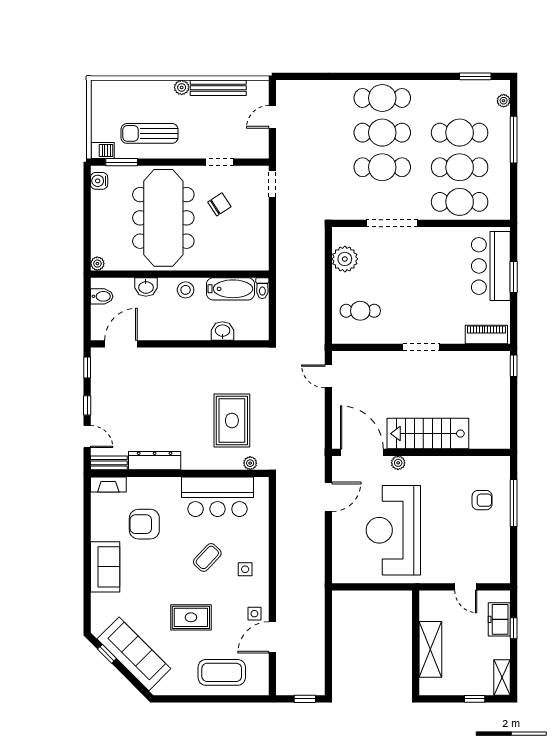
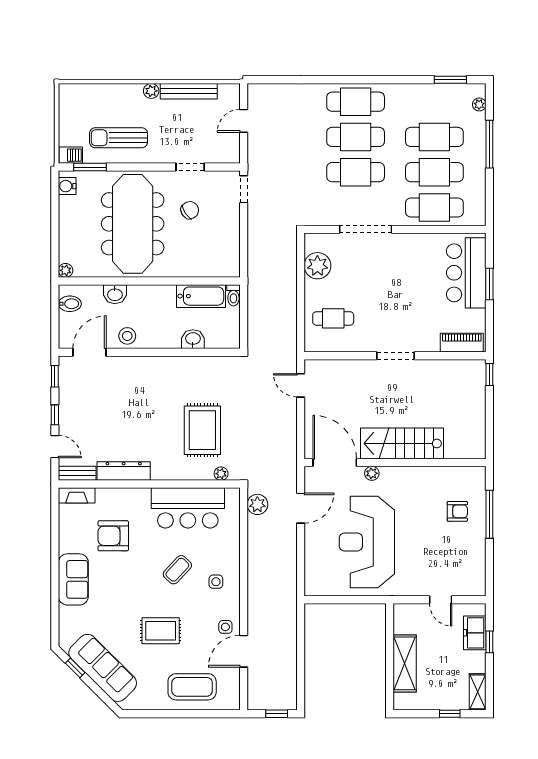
stool: (186, 290) -> (127, 336), moved
plant: (286, 493) -> (257, 504), added

